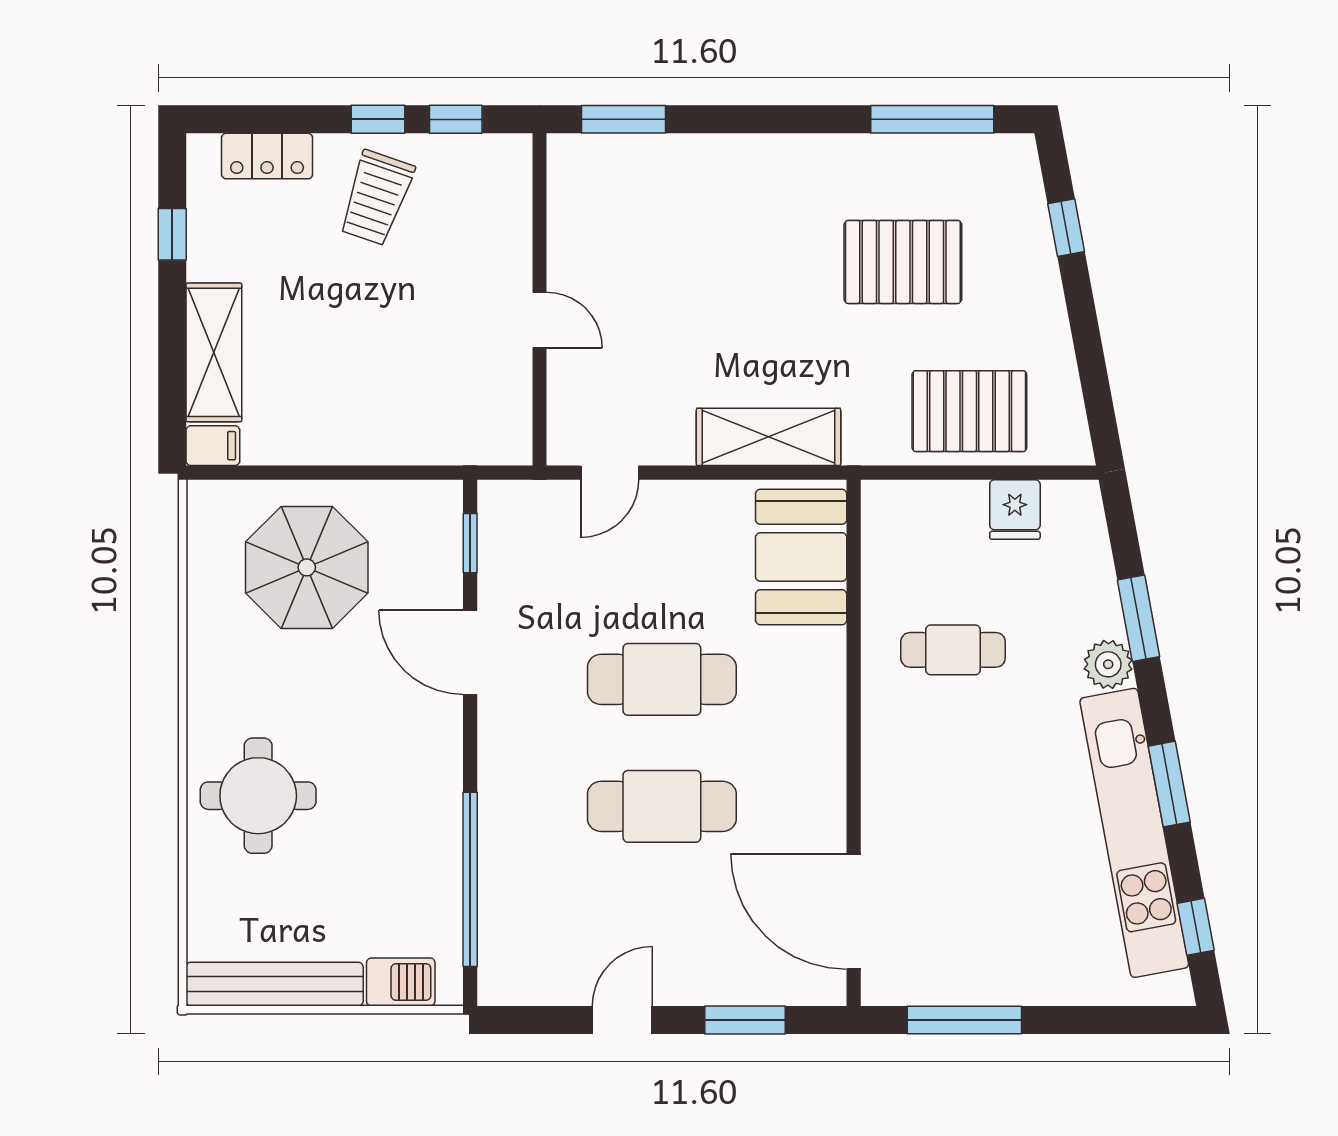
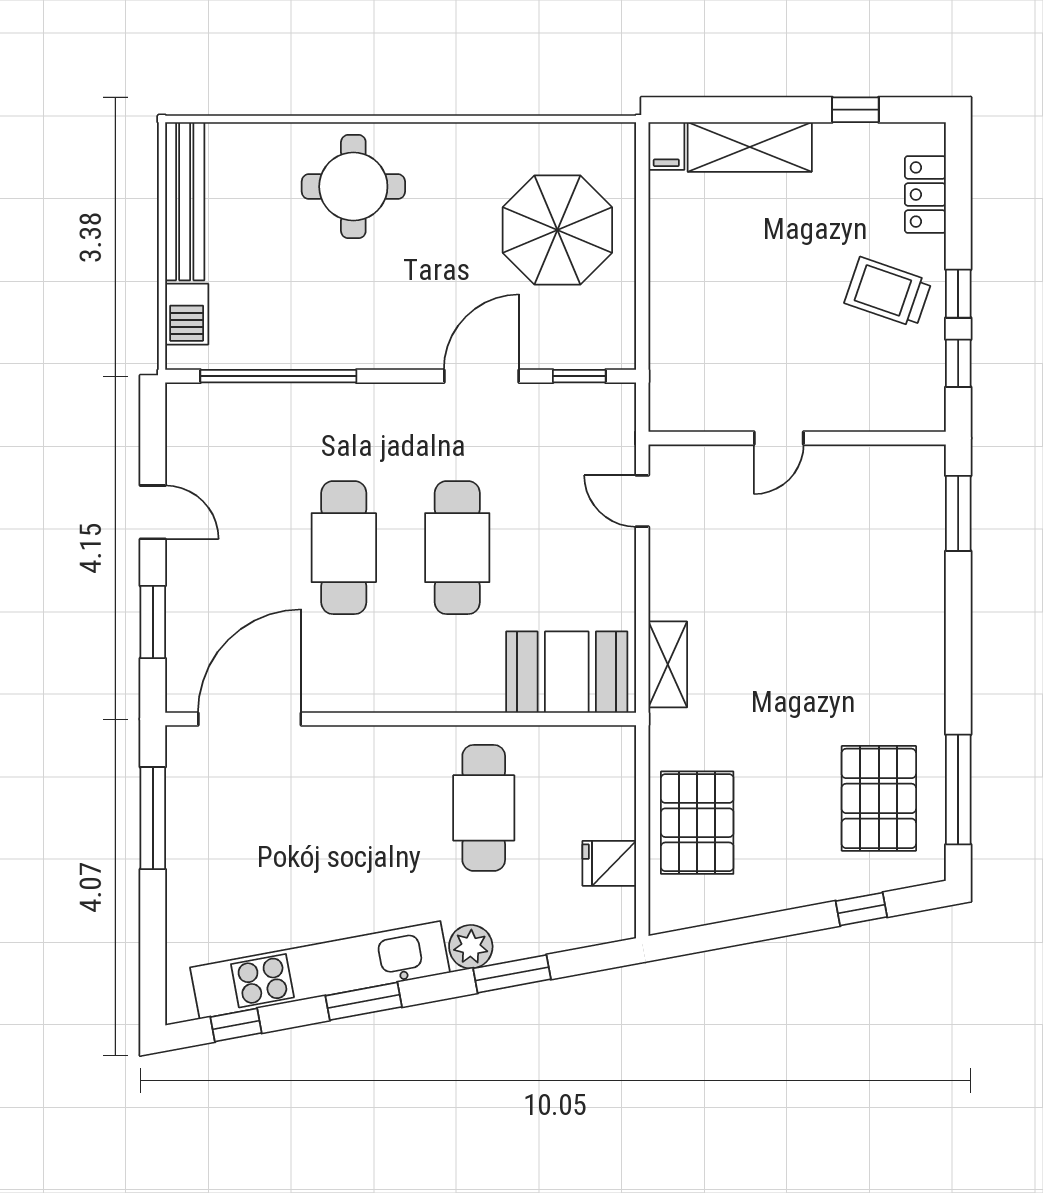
pallet: (903, 262) -> (879, 798), moved
shelving: (769, 437) -> (668, 664), width x0.67, depth x0.75
cafe table: (953, 650) -> (484, 808), width x1.37, depth x1.35

